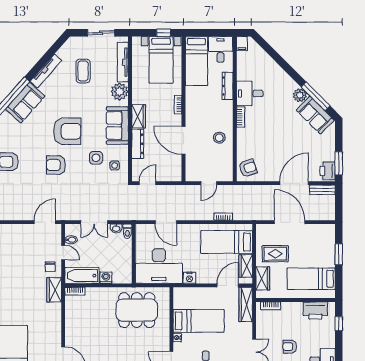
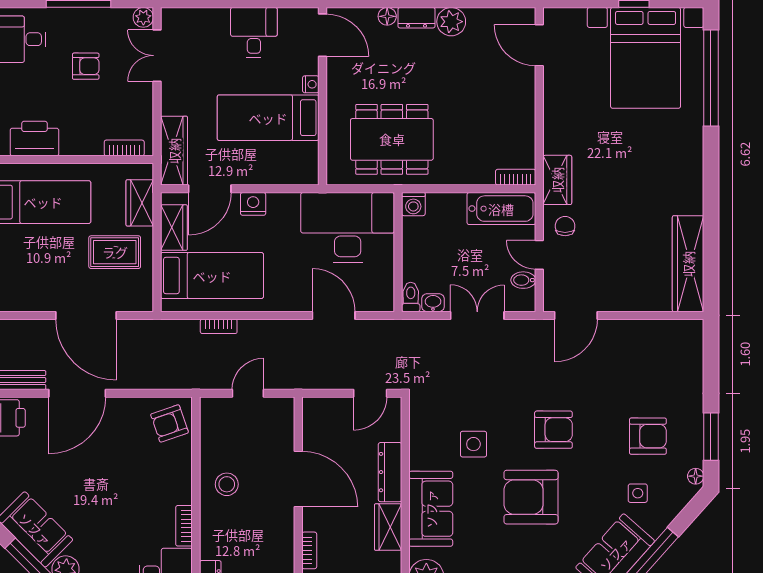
side table: (115, 166) -> (638, 493), moved
washing machine: (106, 278) -> (413, 204), moved
nightstand: (189, 278) -> (253, 204), moved

